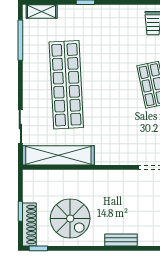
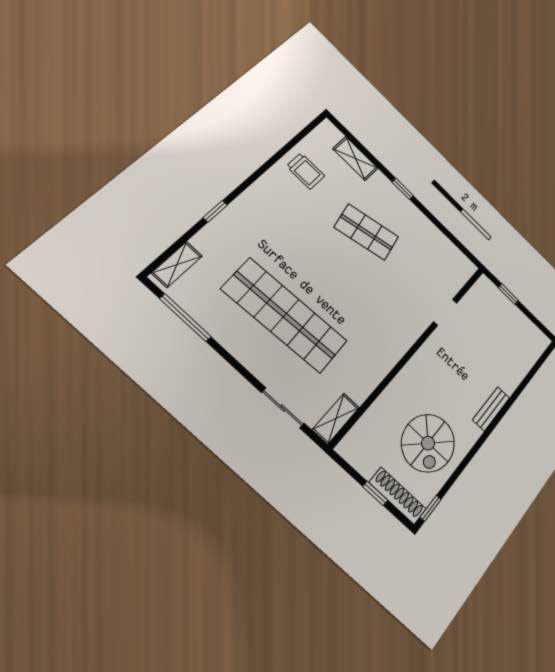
shelving: (58, 155) -> (336, 419), width x0.45, depth x0.75
spiral stairs: (70, 219) -> (428, 443), turned 90

